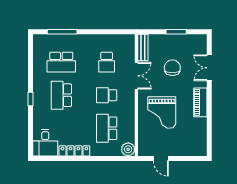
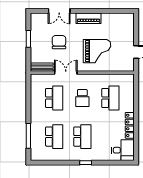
school desk: (107, 62) -> (54, 98), width x1.85
chair: (172, 68) -> (59, 42), turned 90
school desk: (61, 95) -> (82, 137), turned -90
school desk: (107, 128) -> (110, 98), turned -90
plant: (128, 149) -> (128, 80), removed

